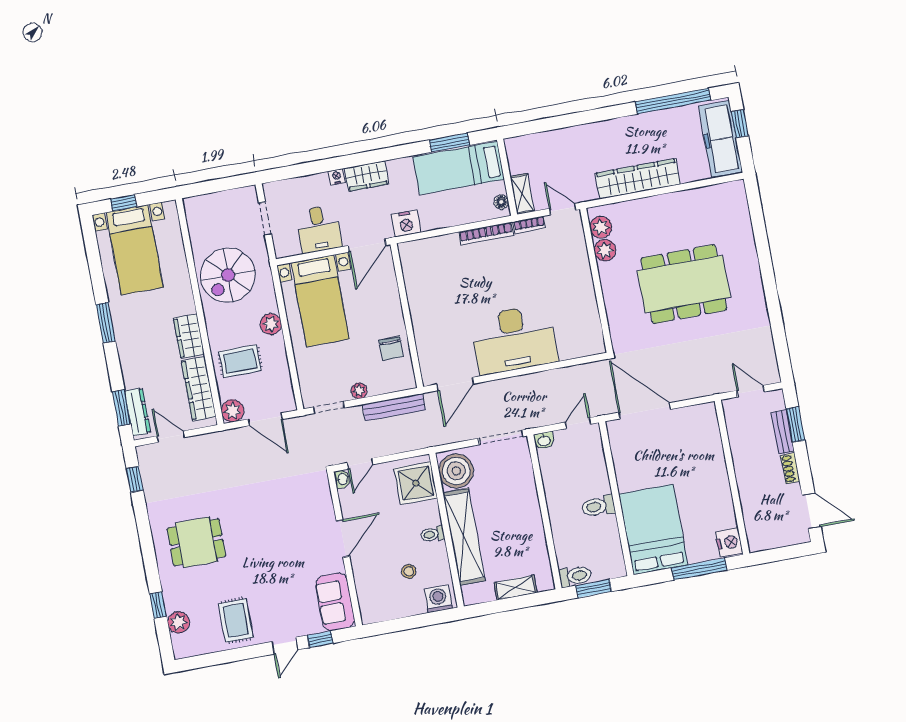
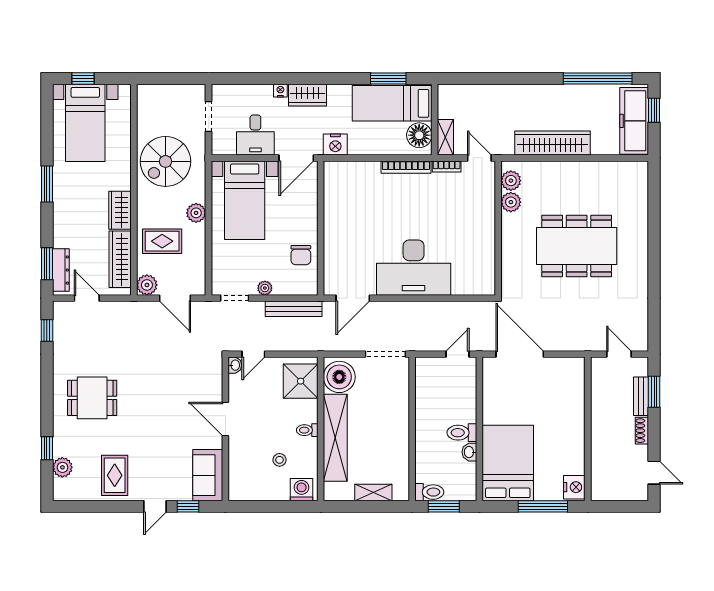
floor lamp: (501, 202) -> (419, 135), width x1.89, depth x1.89
washbasin: (544, 441) -> (469, 452), moved, turned 90
door: (811, 511) -> (654, 473), width x0.73
door: (343, 538) -> (225, 419), swing flipped

